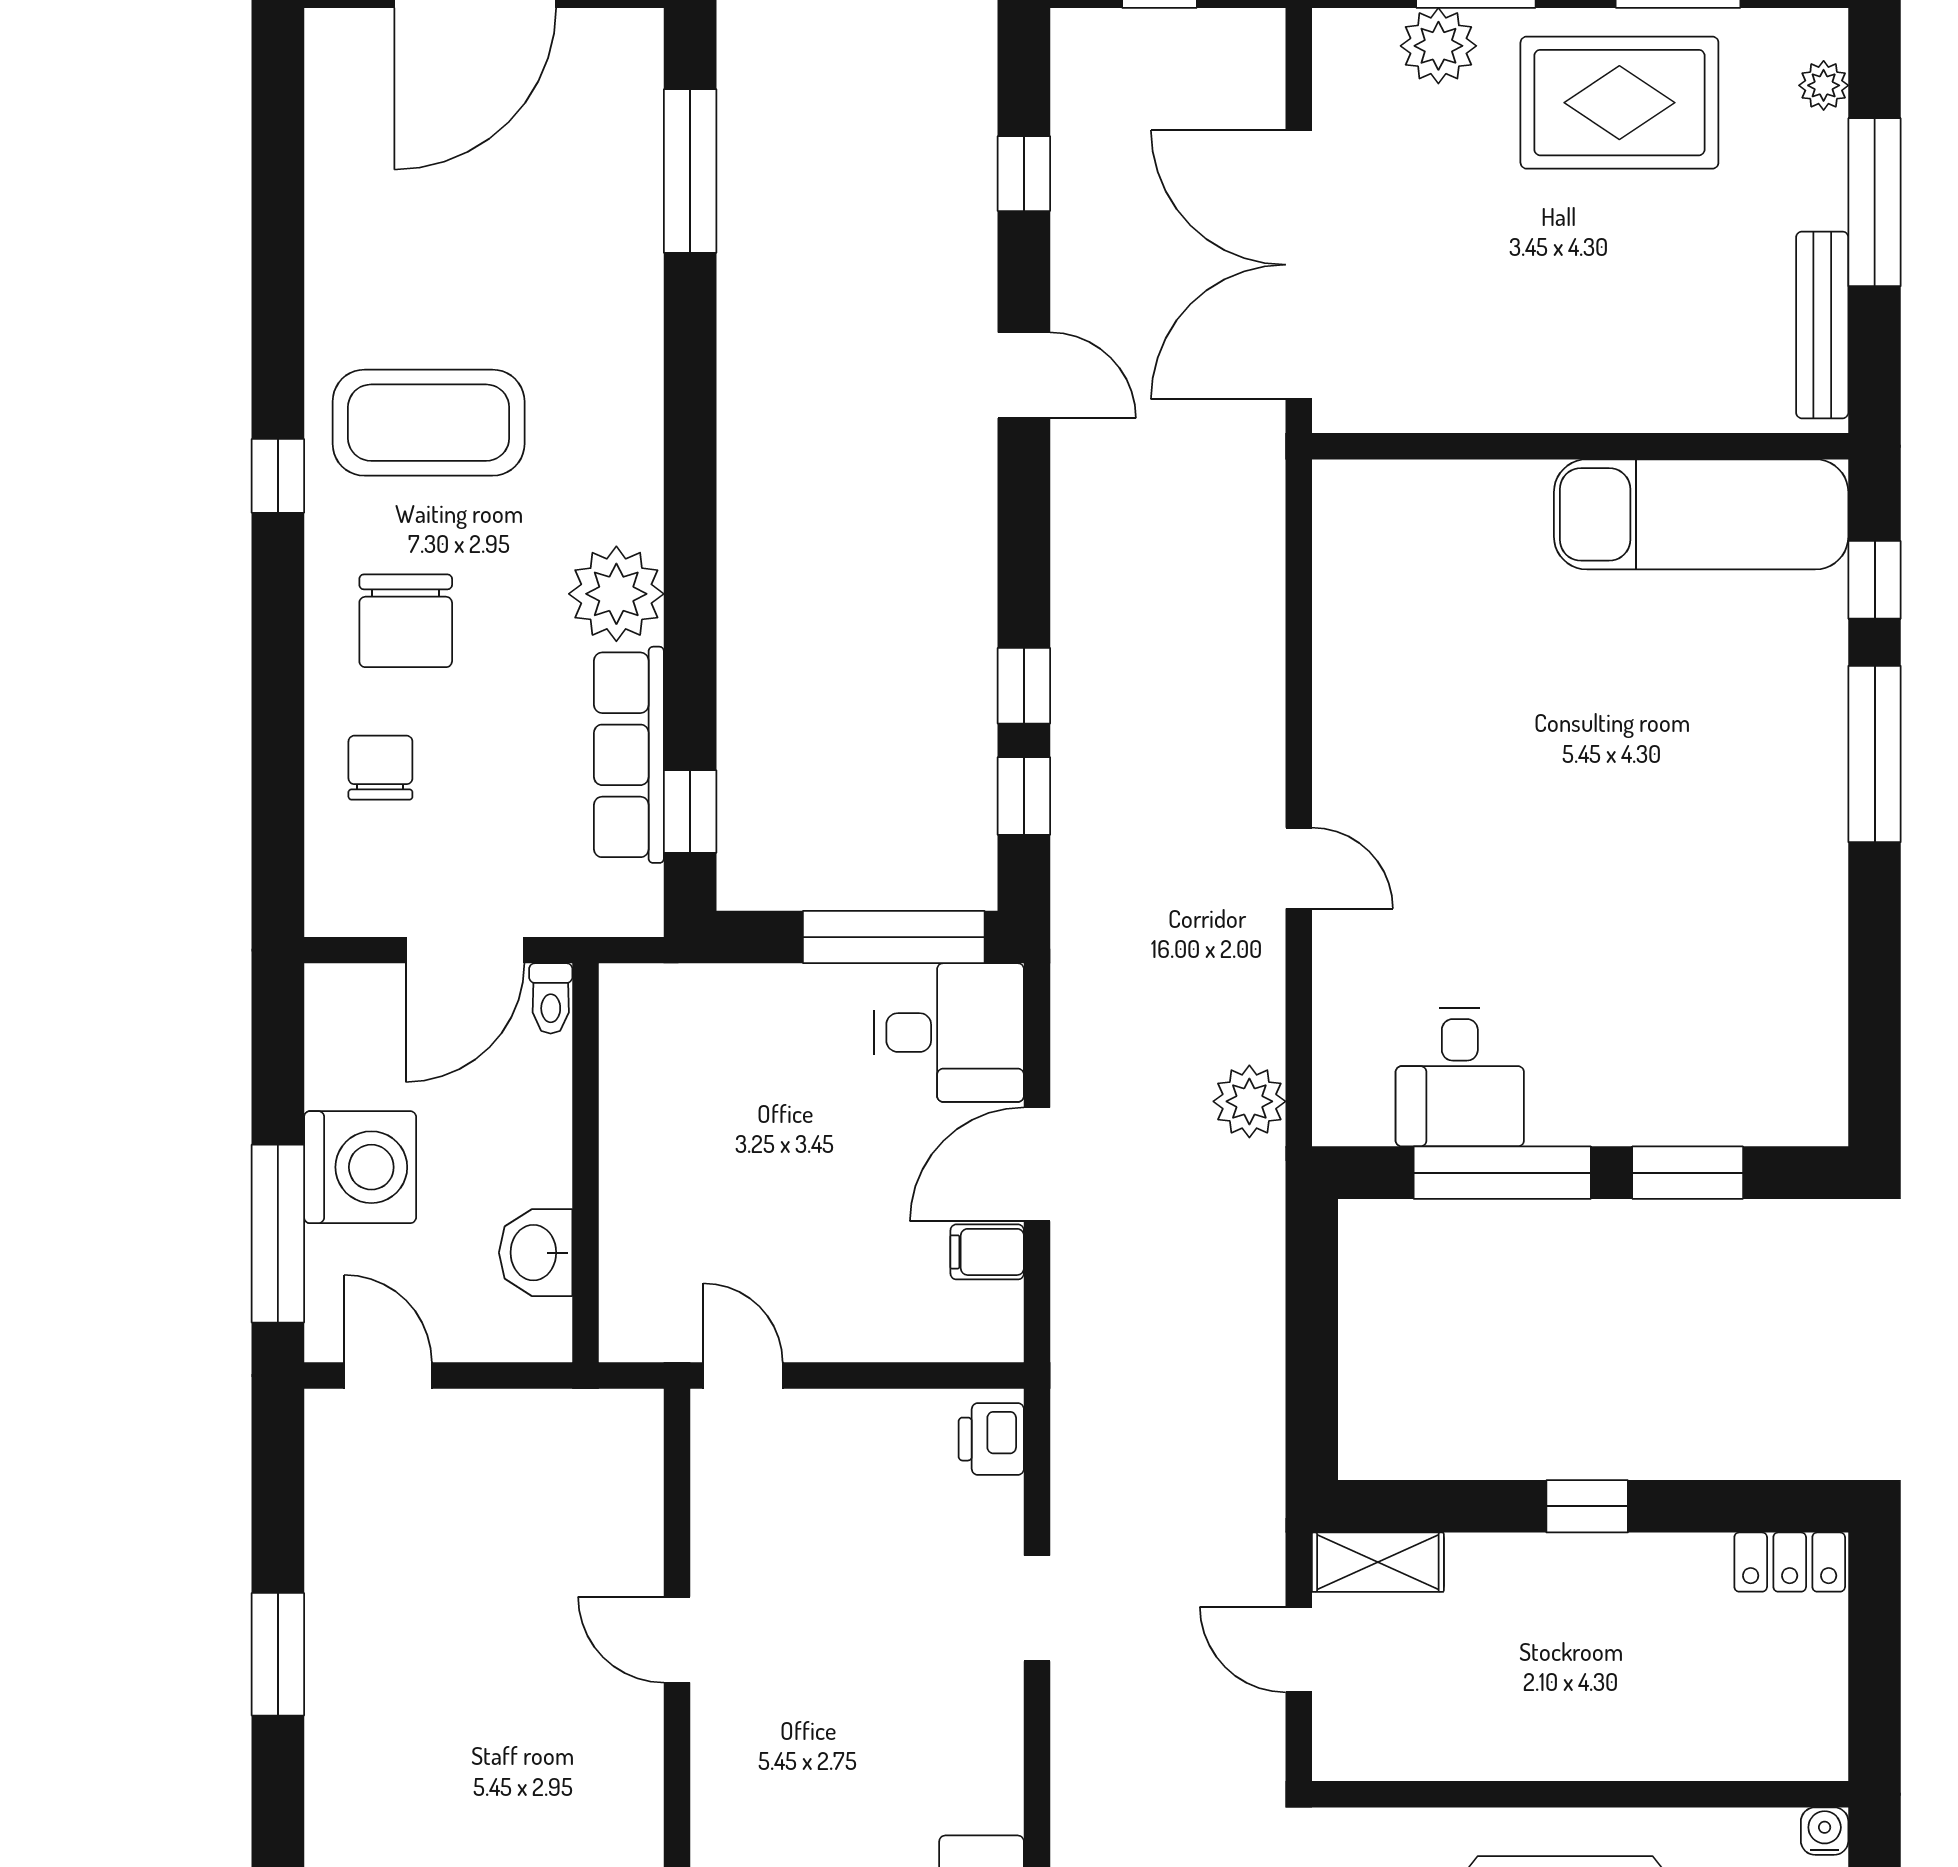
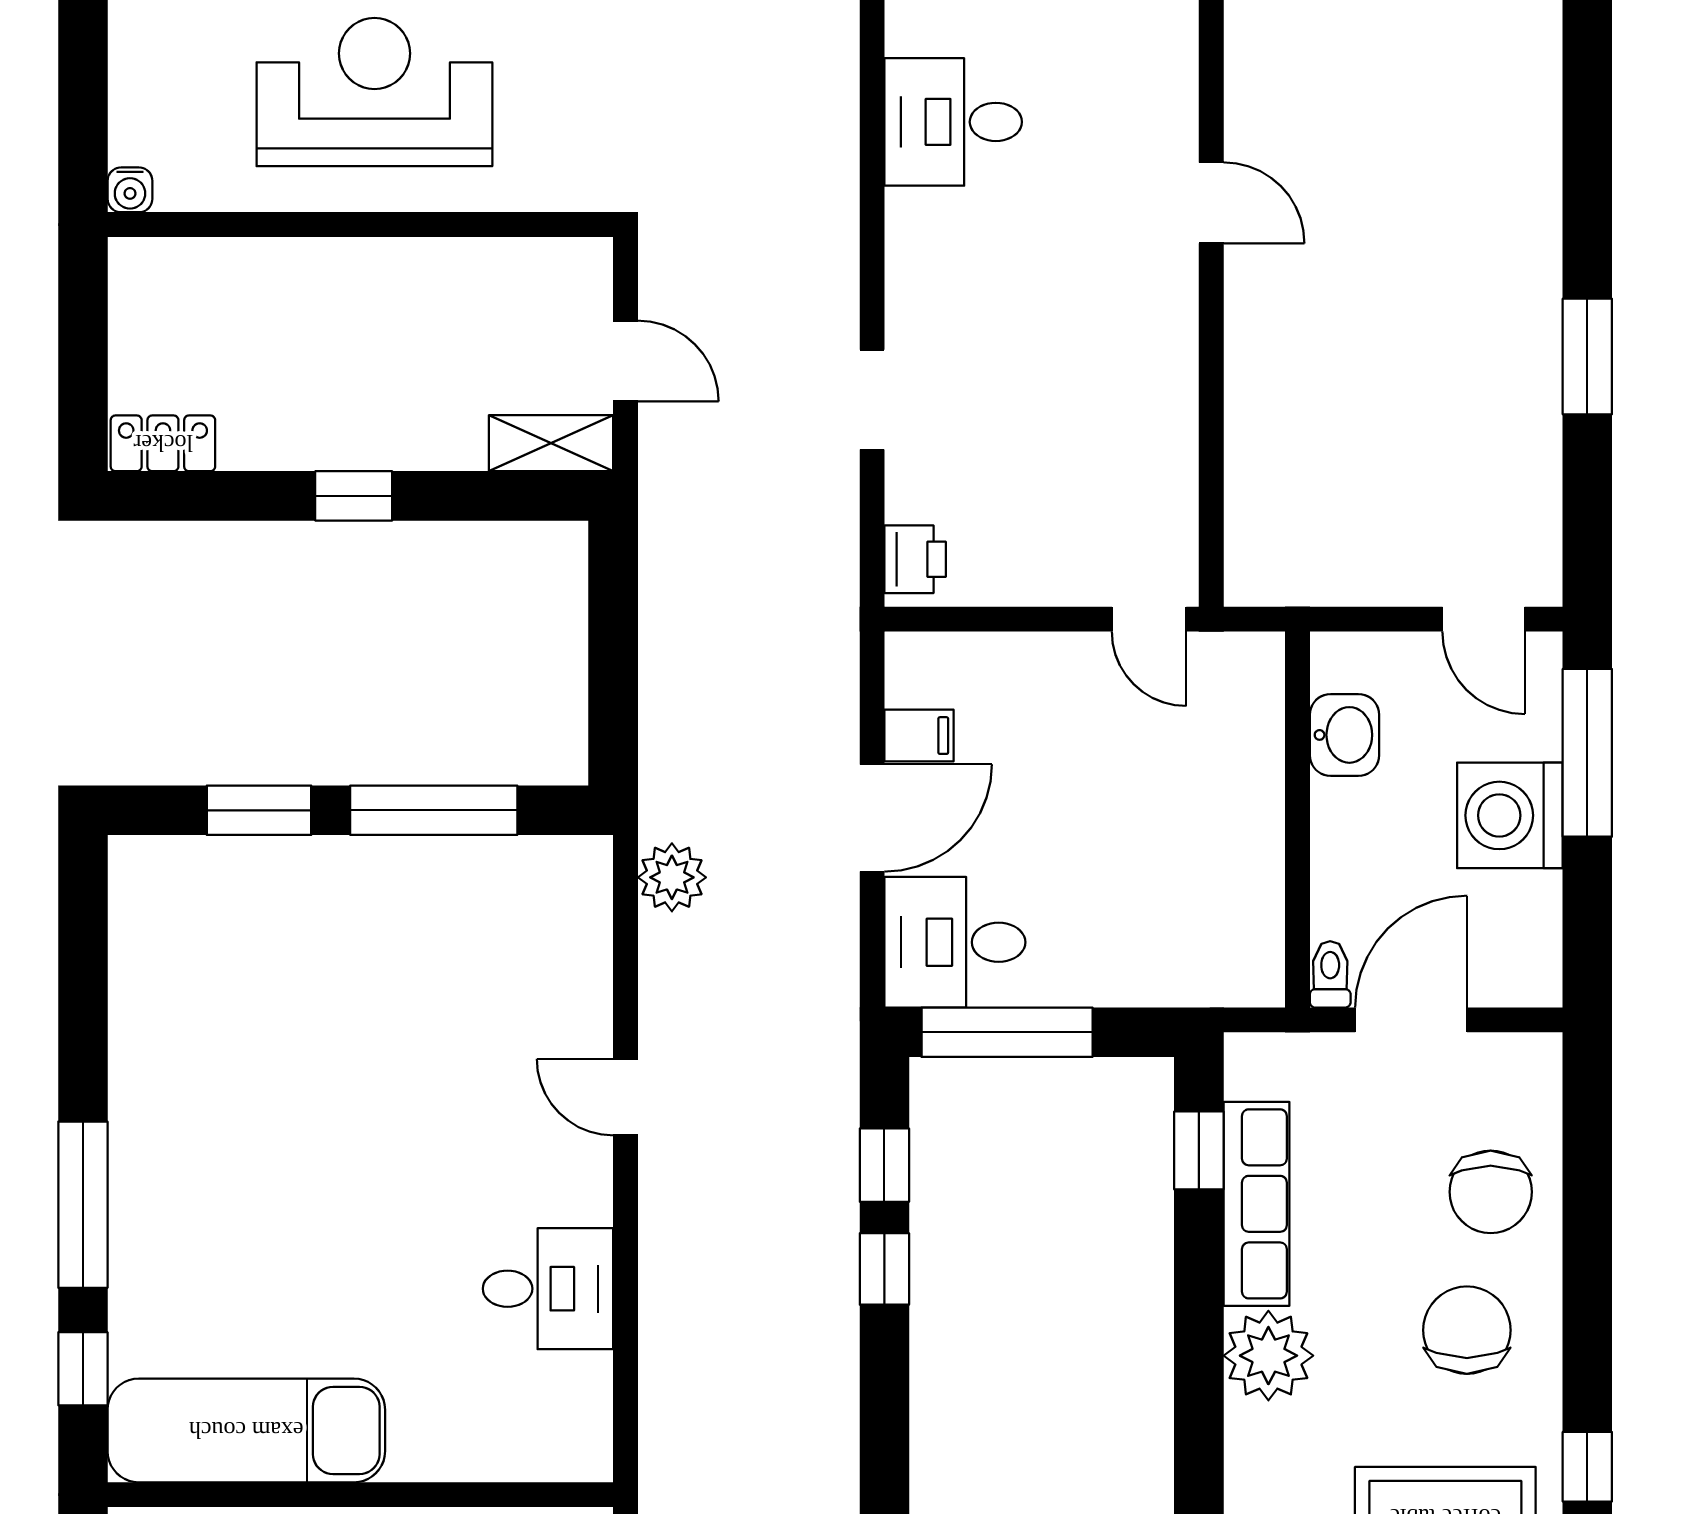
chair: (380, 768) -> (1491, 1192), width x1.37, depth x1.37
desk: (1460, 1077) -> (548, 1289), moved, turned 90
door: (677, 1640) -> (1211, 203), moved

